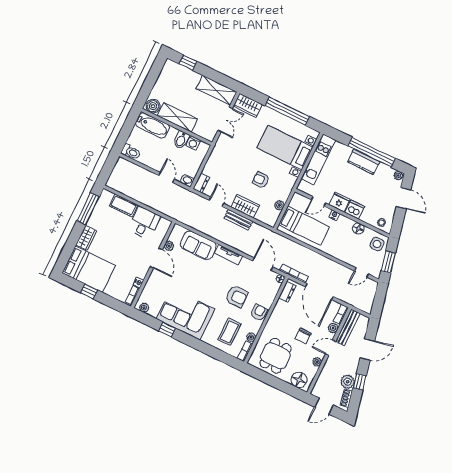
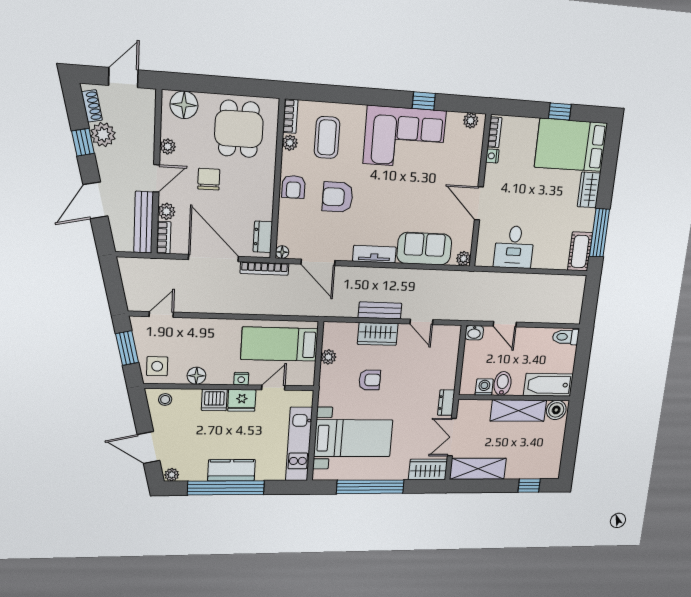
dresser: (201, 183) -> (446, 403), moved
cot: (124, 205) -> (580, 251), moved, turned 90
plant: (169, 246) -> (463, 259), moved

